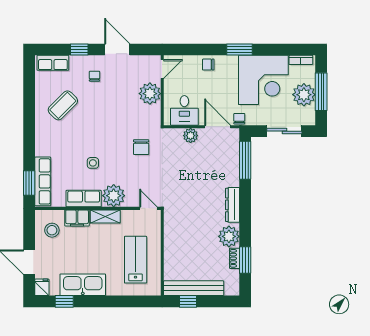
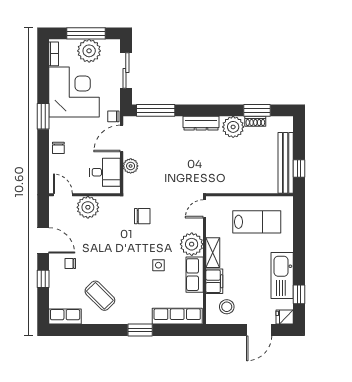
door: (117, 49) -> (43, 240), swing flipped
row of seats: (53, 63) -> (65, 316), moved, turned -90
window: (29, 183) -> (140, 330), moved
lab bench: (136, 260) -> (257, 222), turned 180

